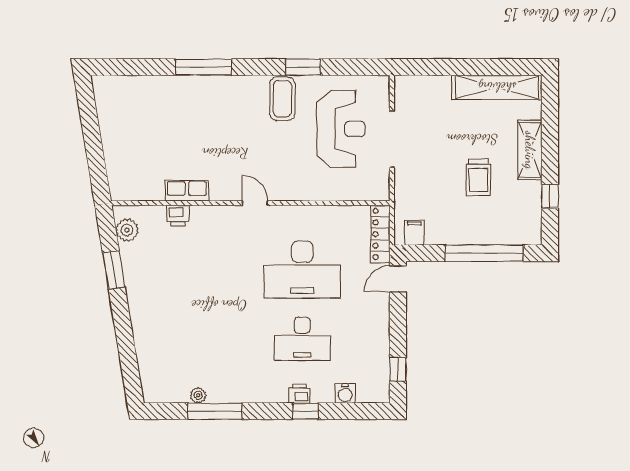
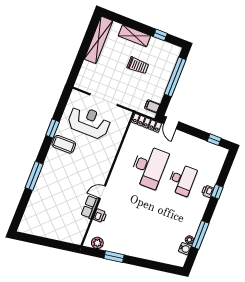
door: (255, 203) -> (102, 192), moved
water cooler: (345, 393) -> (185, 249), moved

